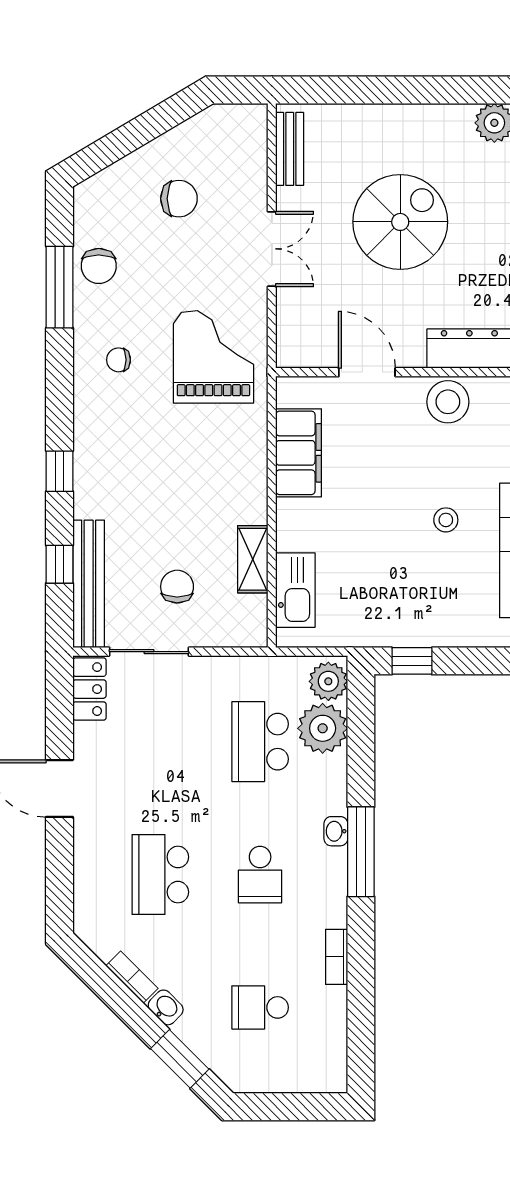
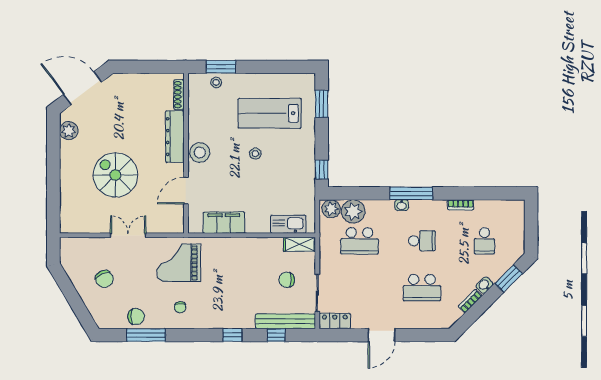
bench: (290, 149) -> (81, 227), removed
chair: (179, 199) -> (104, 279), turned 153
shelving: (253, 559) -> (300, 244), moved

